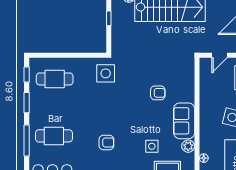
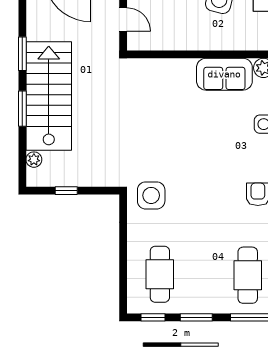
armchair: (158, 93) -> (181, 115), removed

